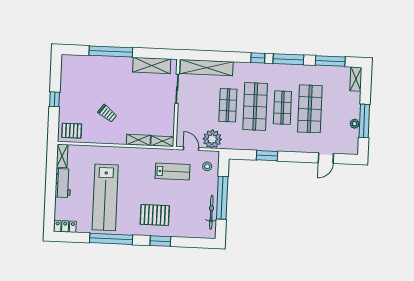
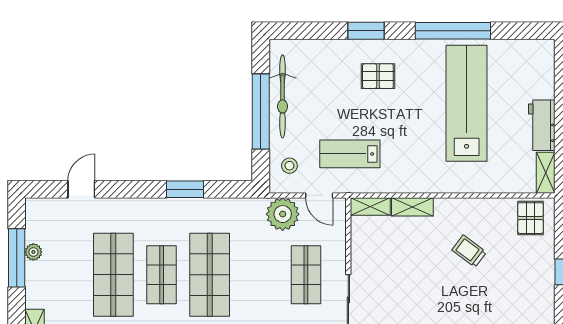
shop shelf: (228, 105) -> (306, 275), moved
pallet: (72, 131) -> (531, 218), turned 90
bicycle: (211, 212) -> (283, 96), width x1.37, depth x1.40
pallet: (155, 215) -> (378, 76), width x0.67, depth x0.71
locker: (65, 226) -> (535, 49), removed

